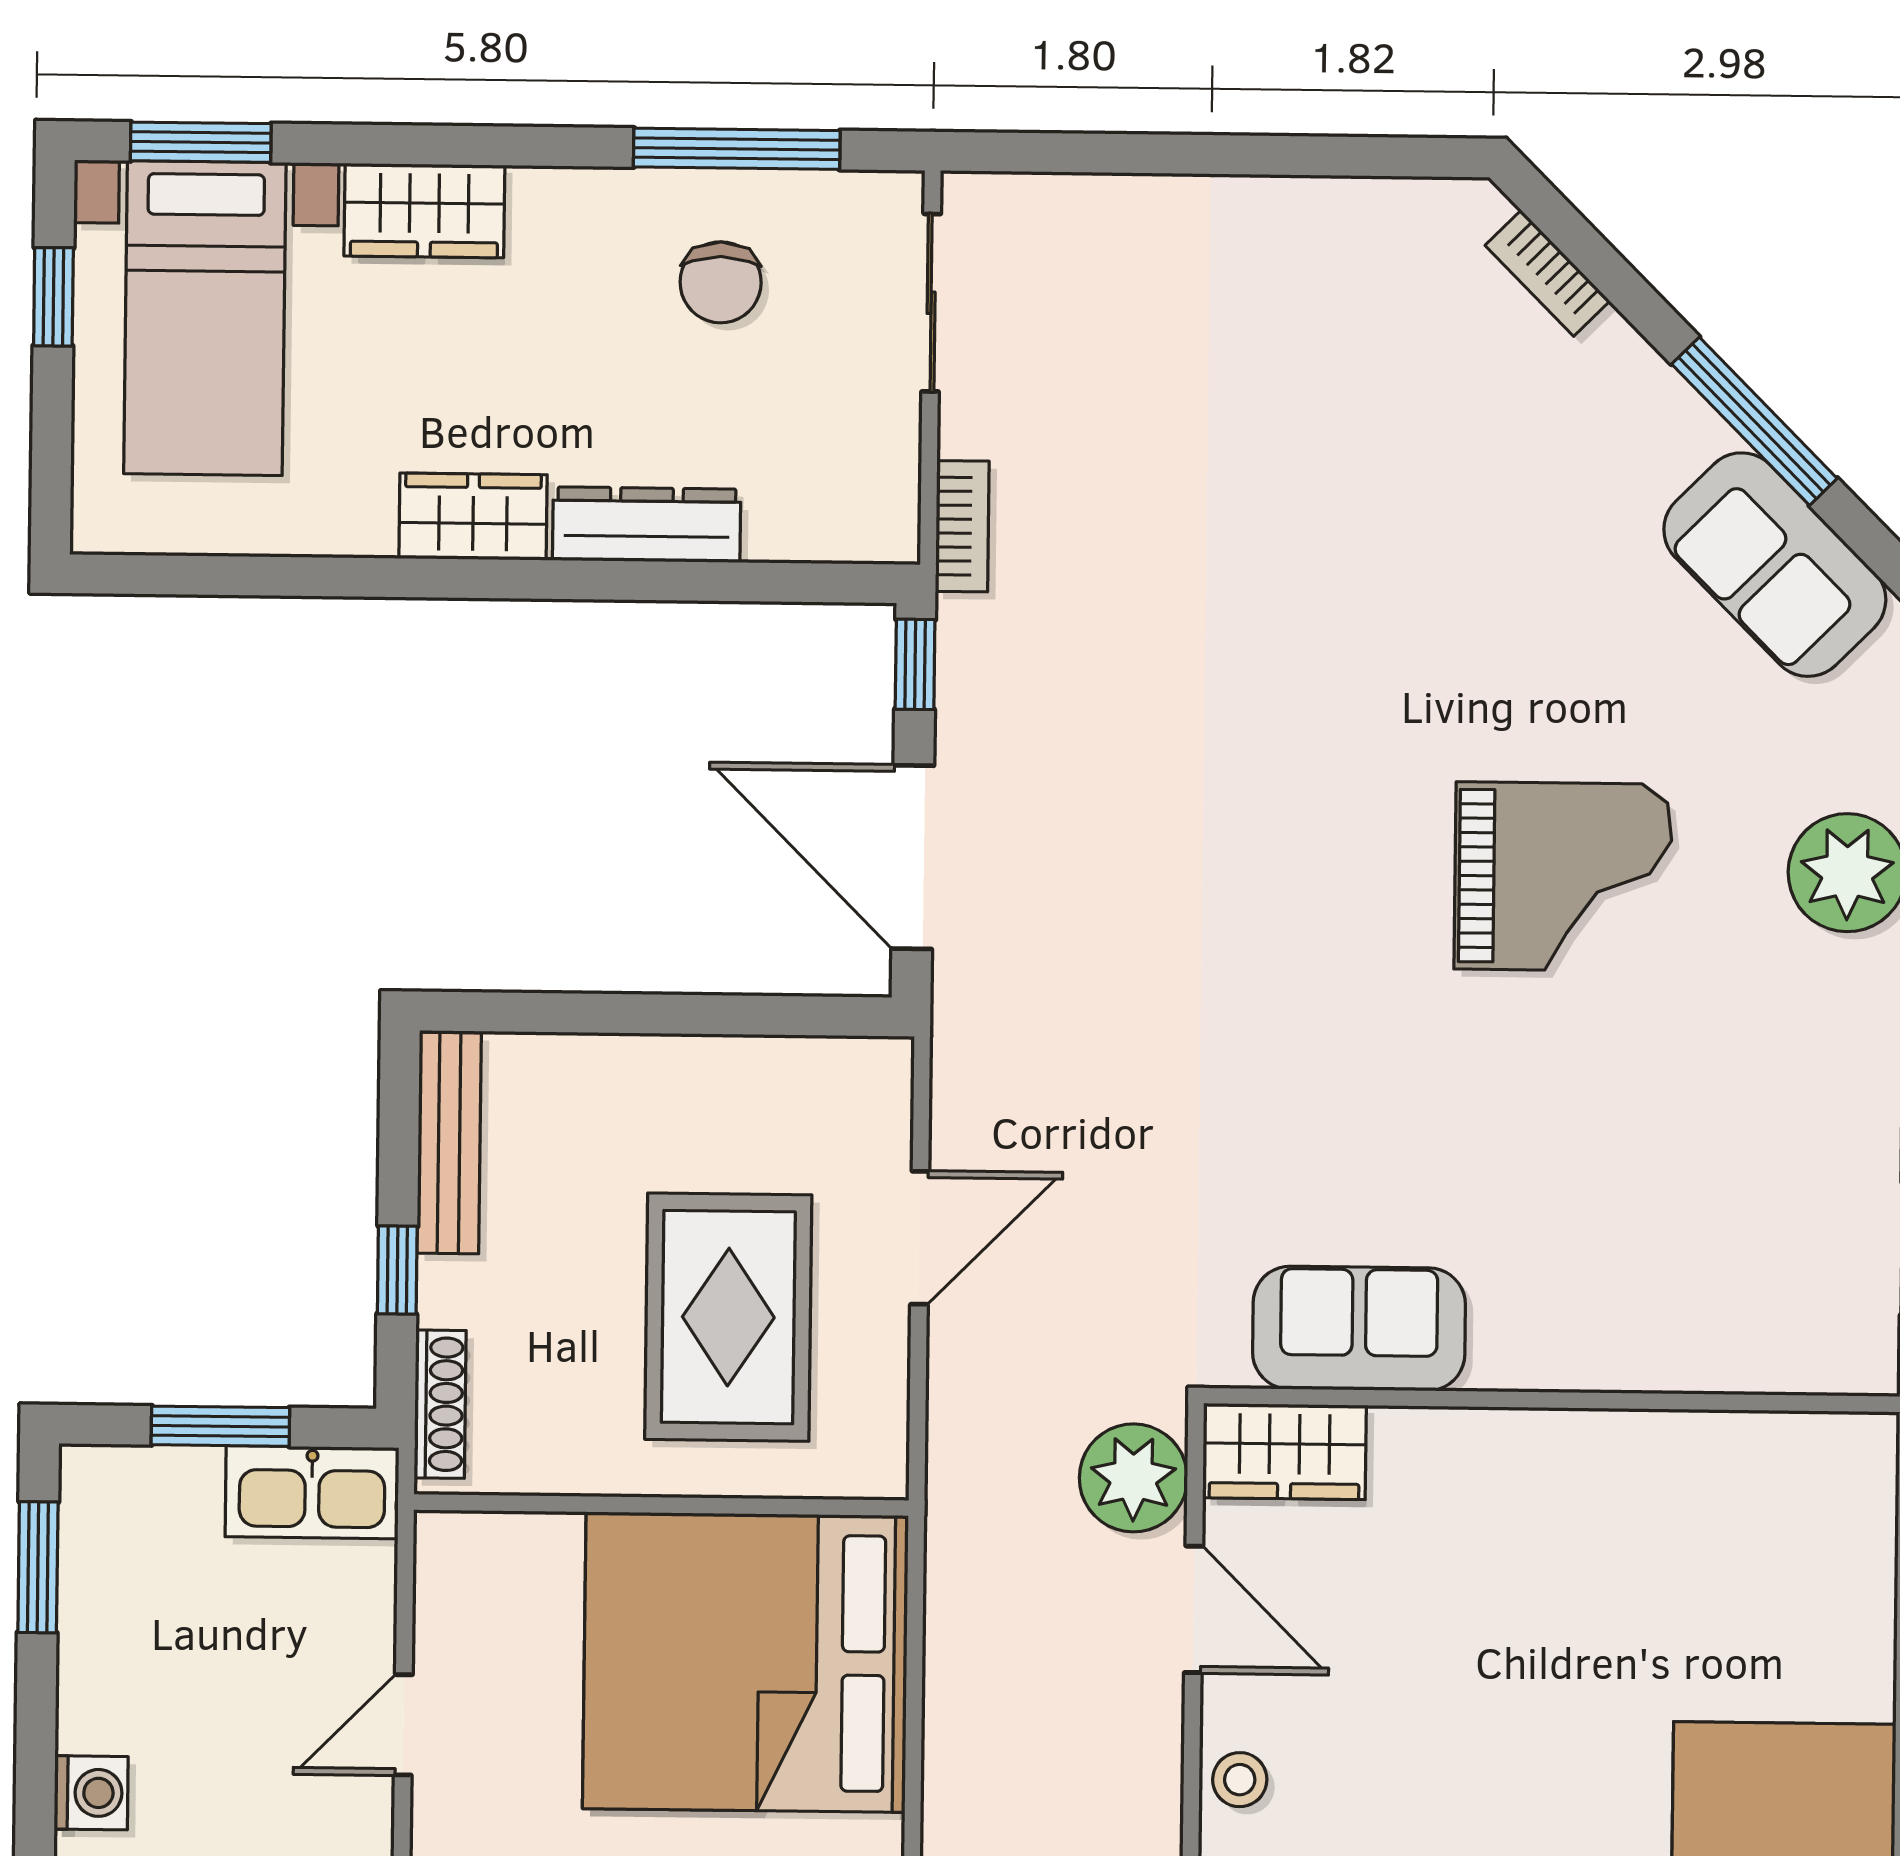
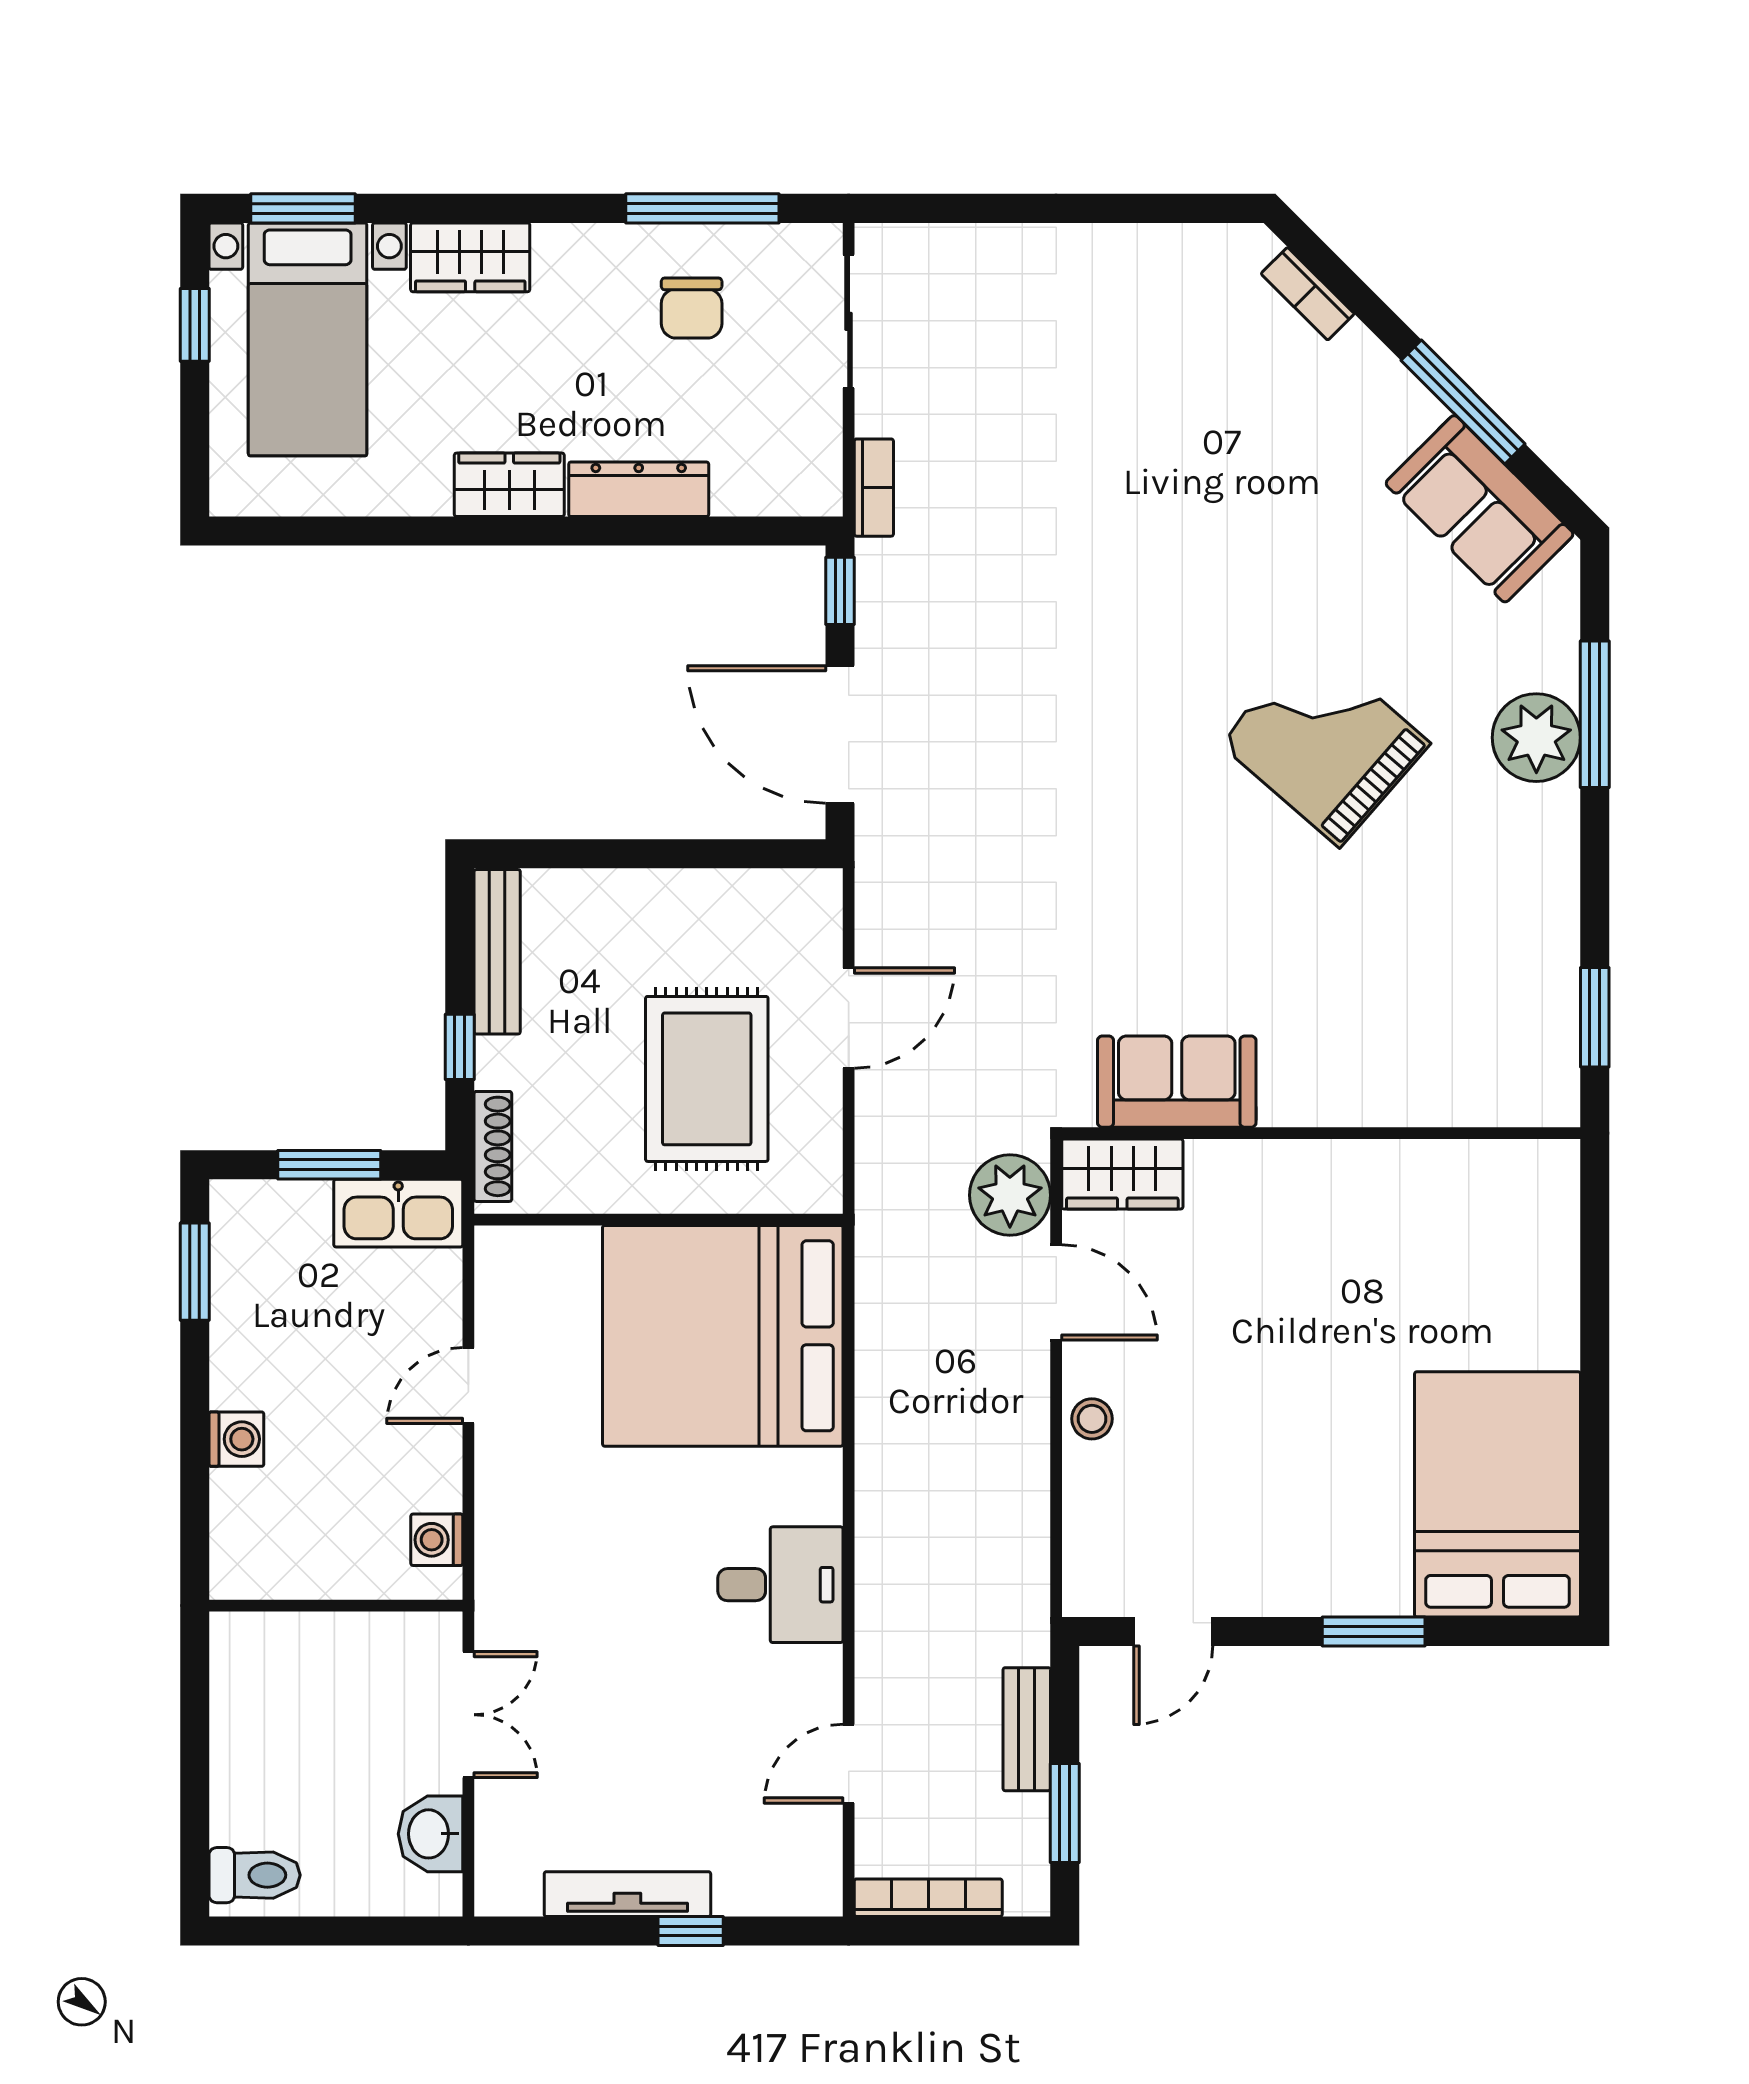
grand piano: (1563, 877) -> (1325, 743), turned -139

